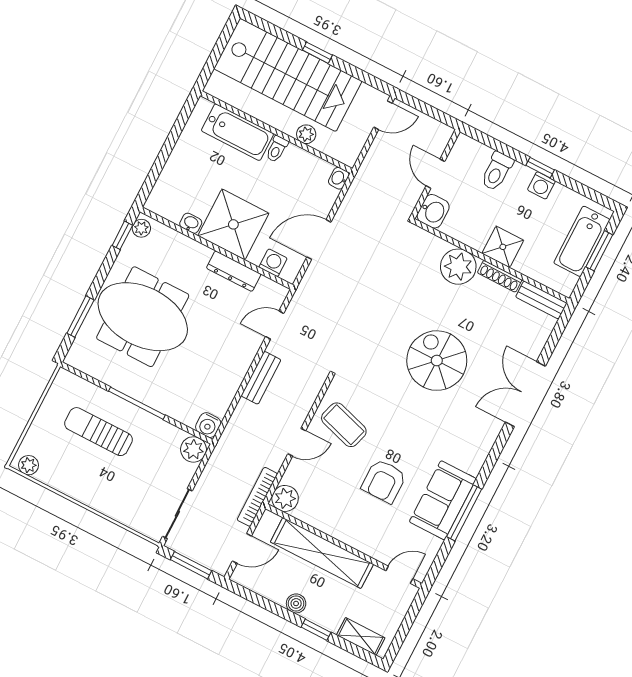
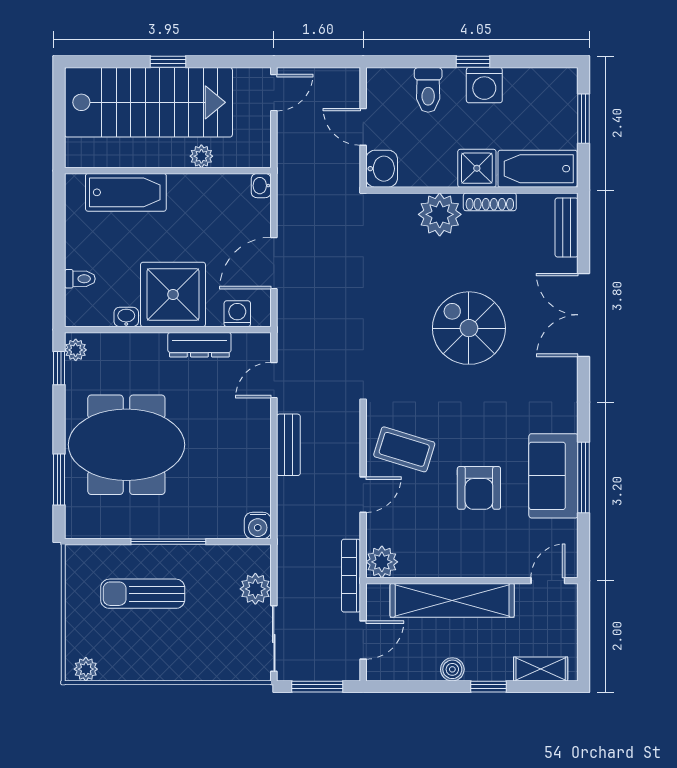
toilet: (277, 149) -> (80, 279), moved, turned -90
washing machine: (541, 185) -> (484, 85), width x1.38, depth x1.38
bathtub: (582, 241) -> (538, 169), moved, turned 90
bench: (541, 300) -> (567, 227), moved, turned 90
plant: (193, 449) -> (255, 589), moved

